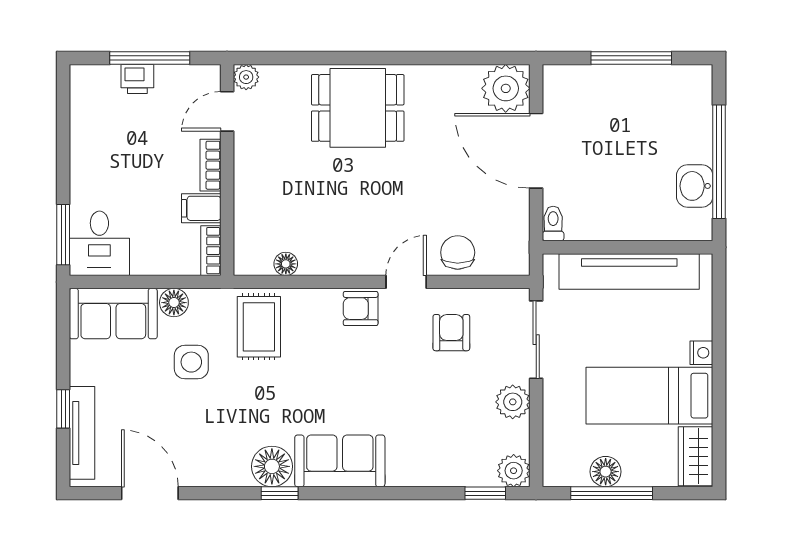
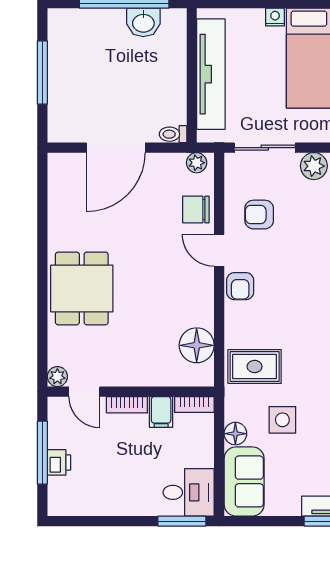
plant: (506, 88) -> (197, 163), moved, width x0.53, depth x0.53
floor lamp: (286, 264) -> (197, 345), width x1.89, depth x1.89

